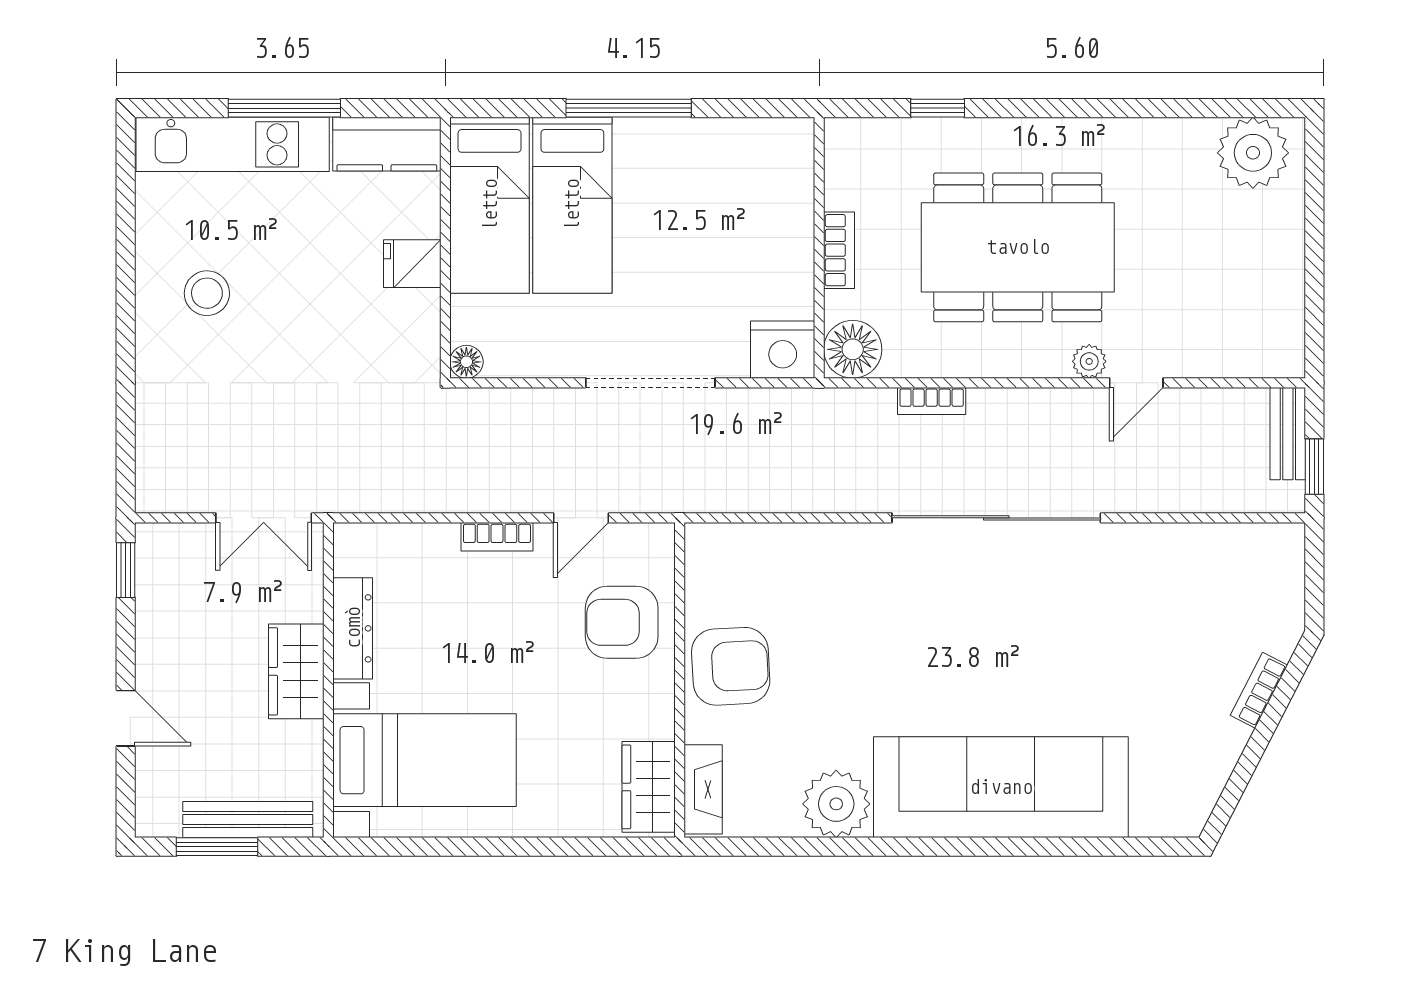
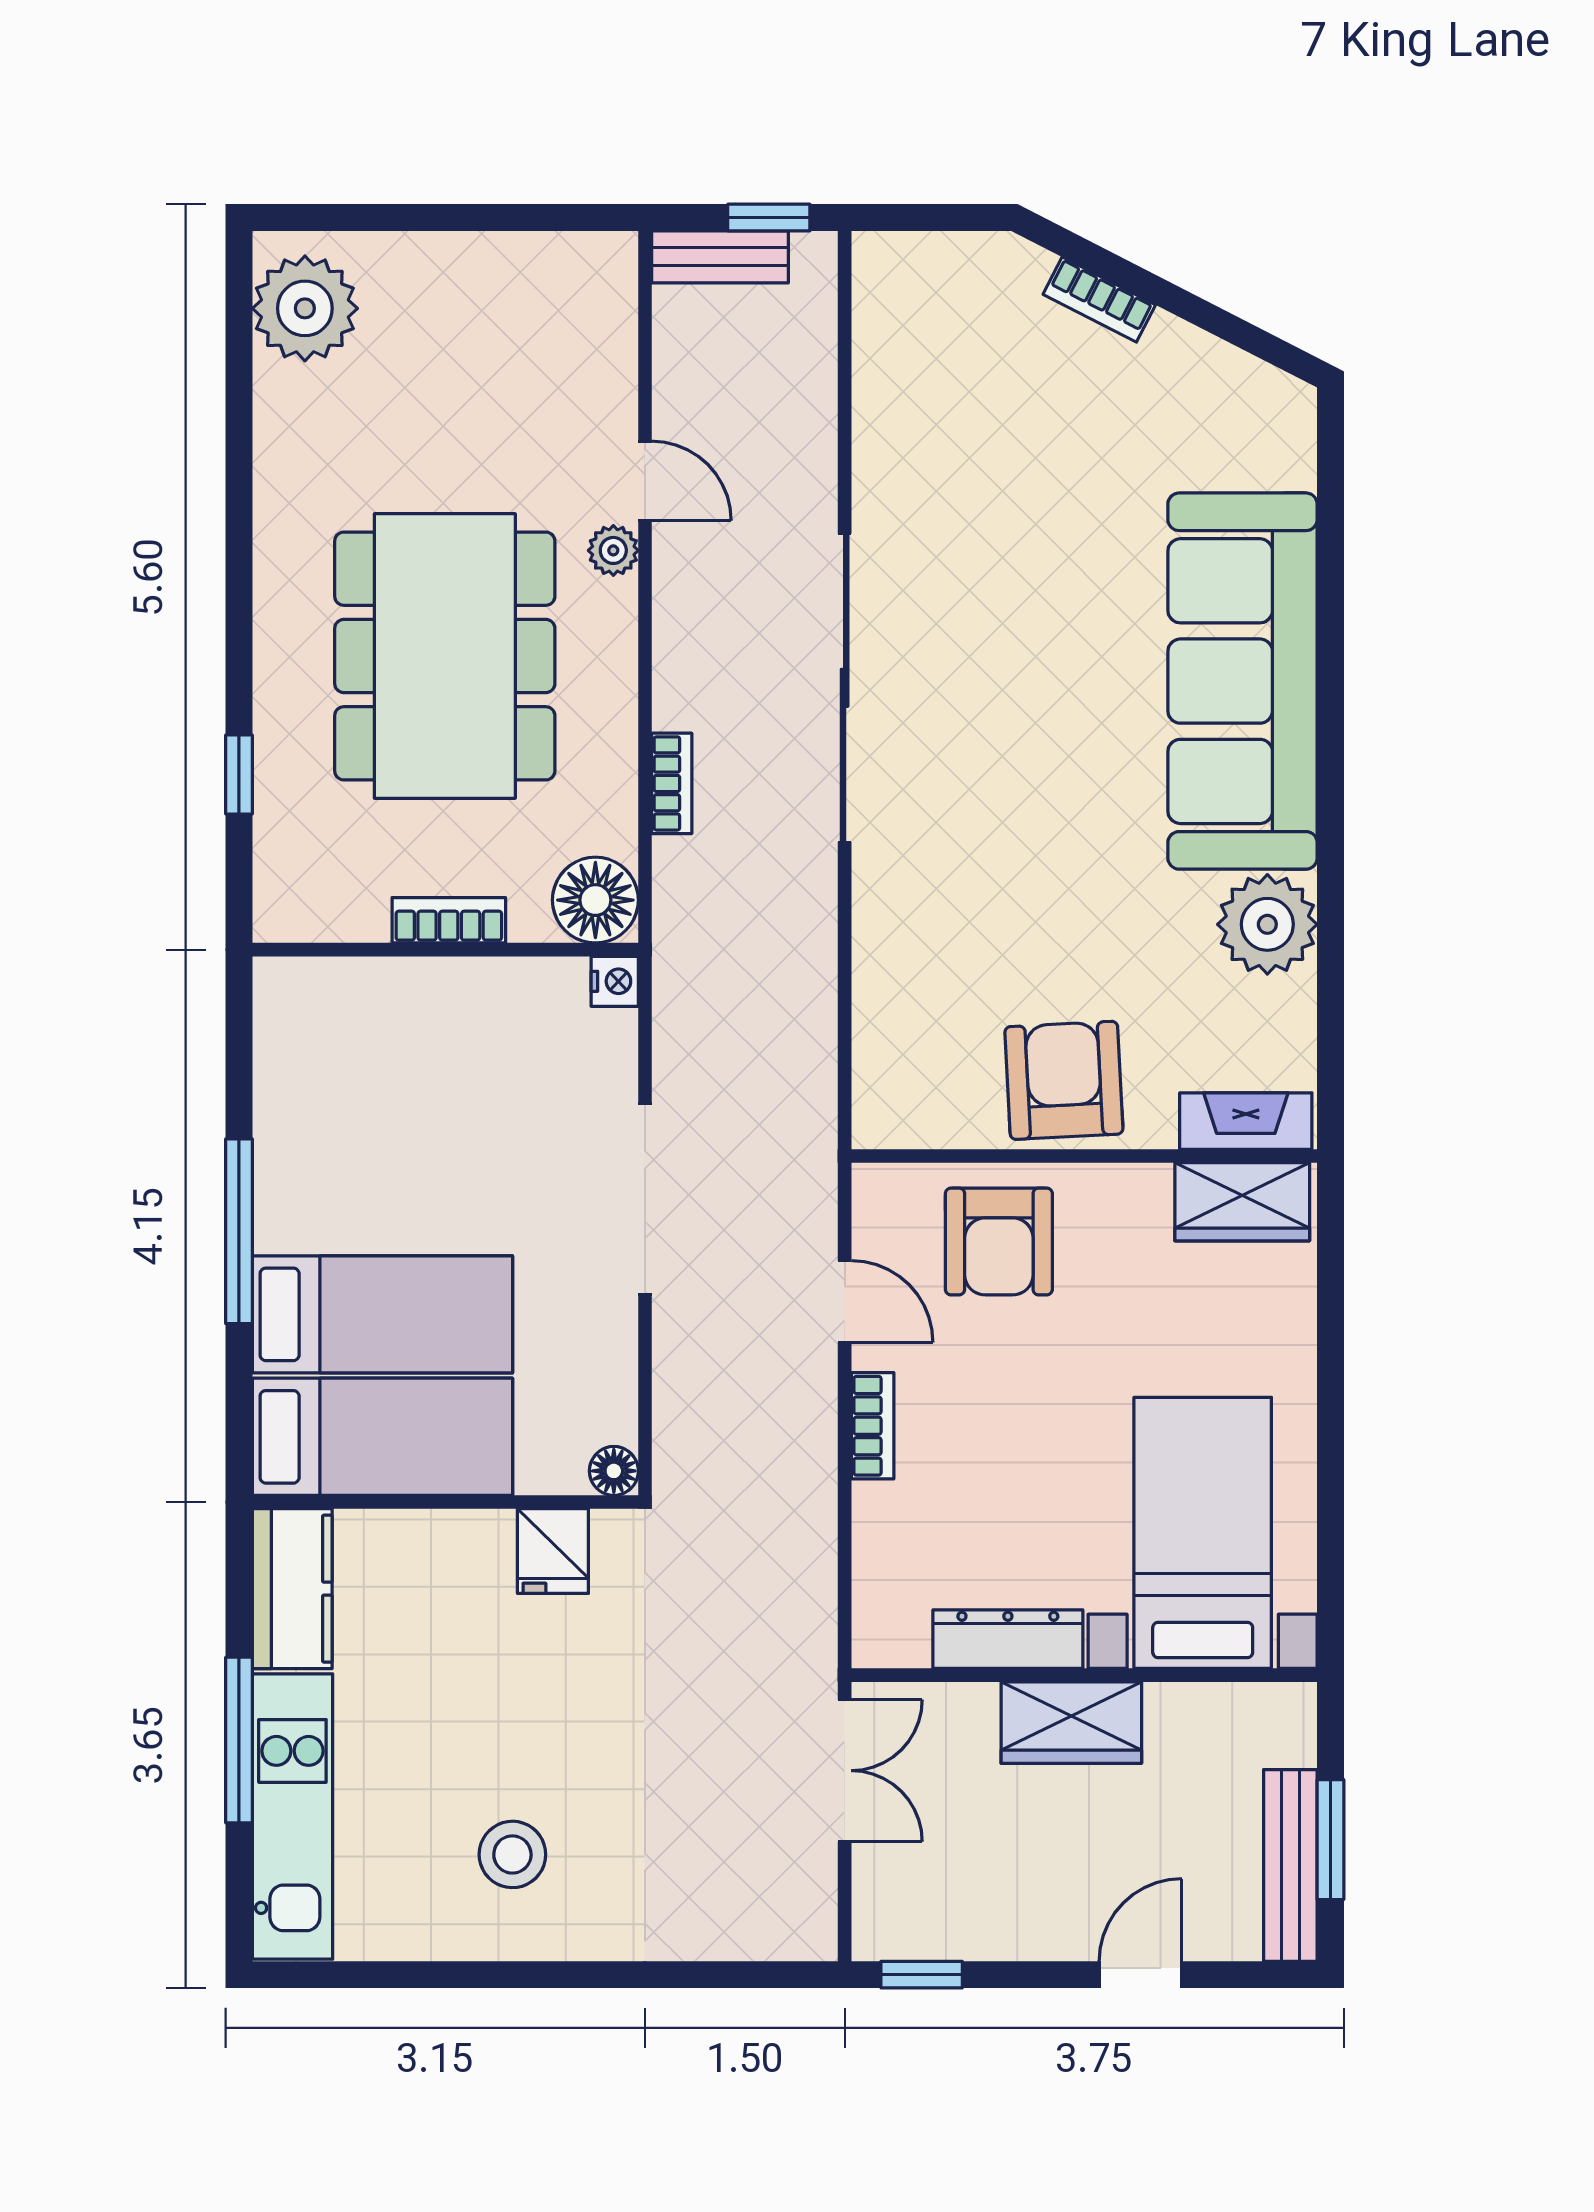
fridge: (412, 264) -> (553, 1551), moved
nightstand: (783, 350) -> (615, 981), width x0.53, depth x0.56
bench: (248, 820) -> (1290, 1865), moved

